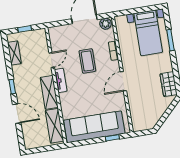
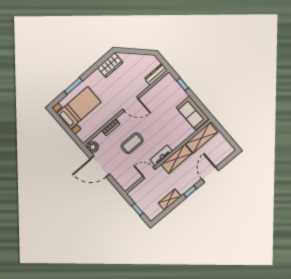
shelving: (14, 53) -> (170, 200), moved
dresser: (136, 120) -> (156, 74), added
sofa: (94, 127) -> (193, 113), width x0.54, depth x0.79

